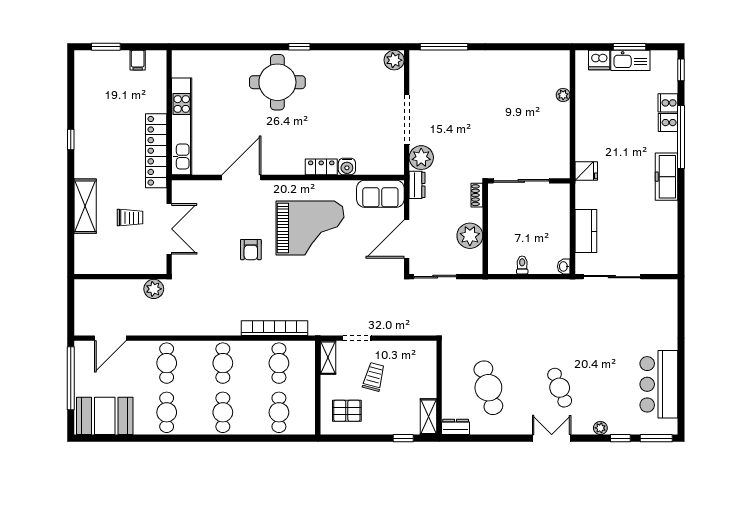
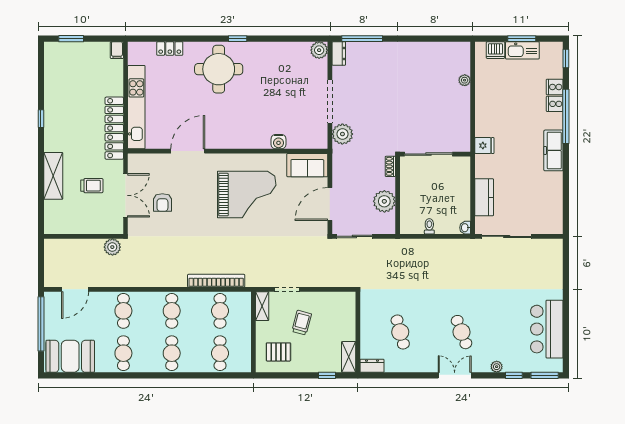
filing cabinet: (138, 60) -> (117, 50), moved
locker: (321, 167) -> (170, 48), moved, turned 180
dresser: (417, 185) -> (339, 53), moved
armchair: (251, 250) -> (162, 203), moved
cafe table: (488, 388) -> (400, 332), width x0.73, depth x0.74

